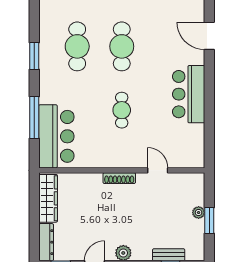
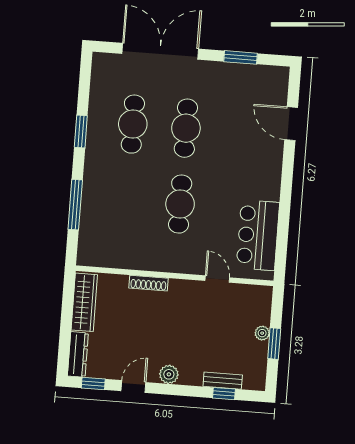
bar counter: (189, 94) -> (258, 235), moved
cafe table: (122, 110) -> (180, 204), width x1.37, depth x1.35
bar counter: (56, 136) -> (100, 229), removed
shoe rack: (119, 178) -> (149, 283), moved

